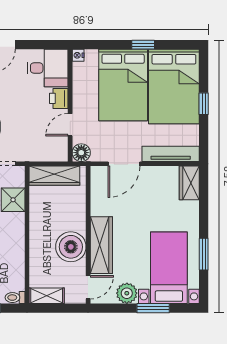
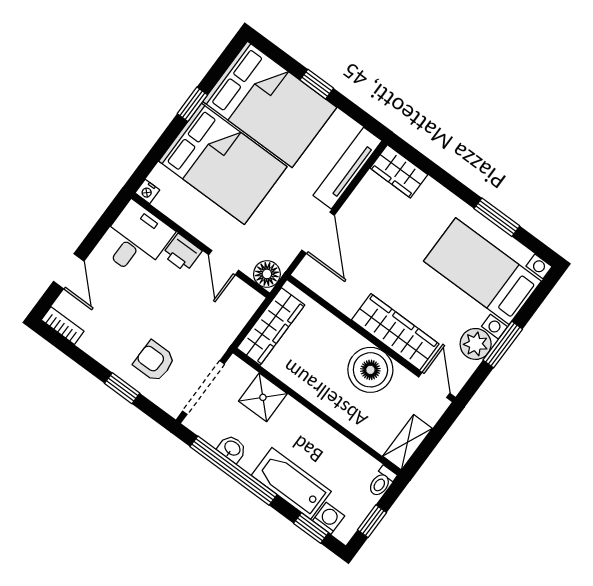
window: (153, 308) -> (503, 345), moved

